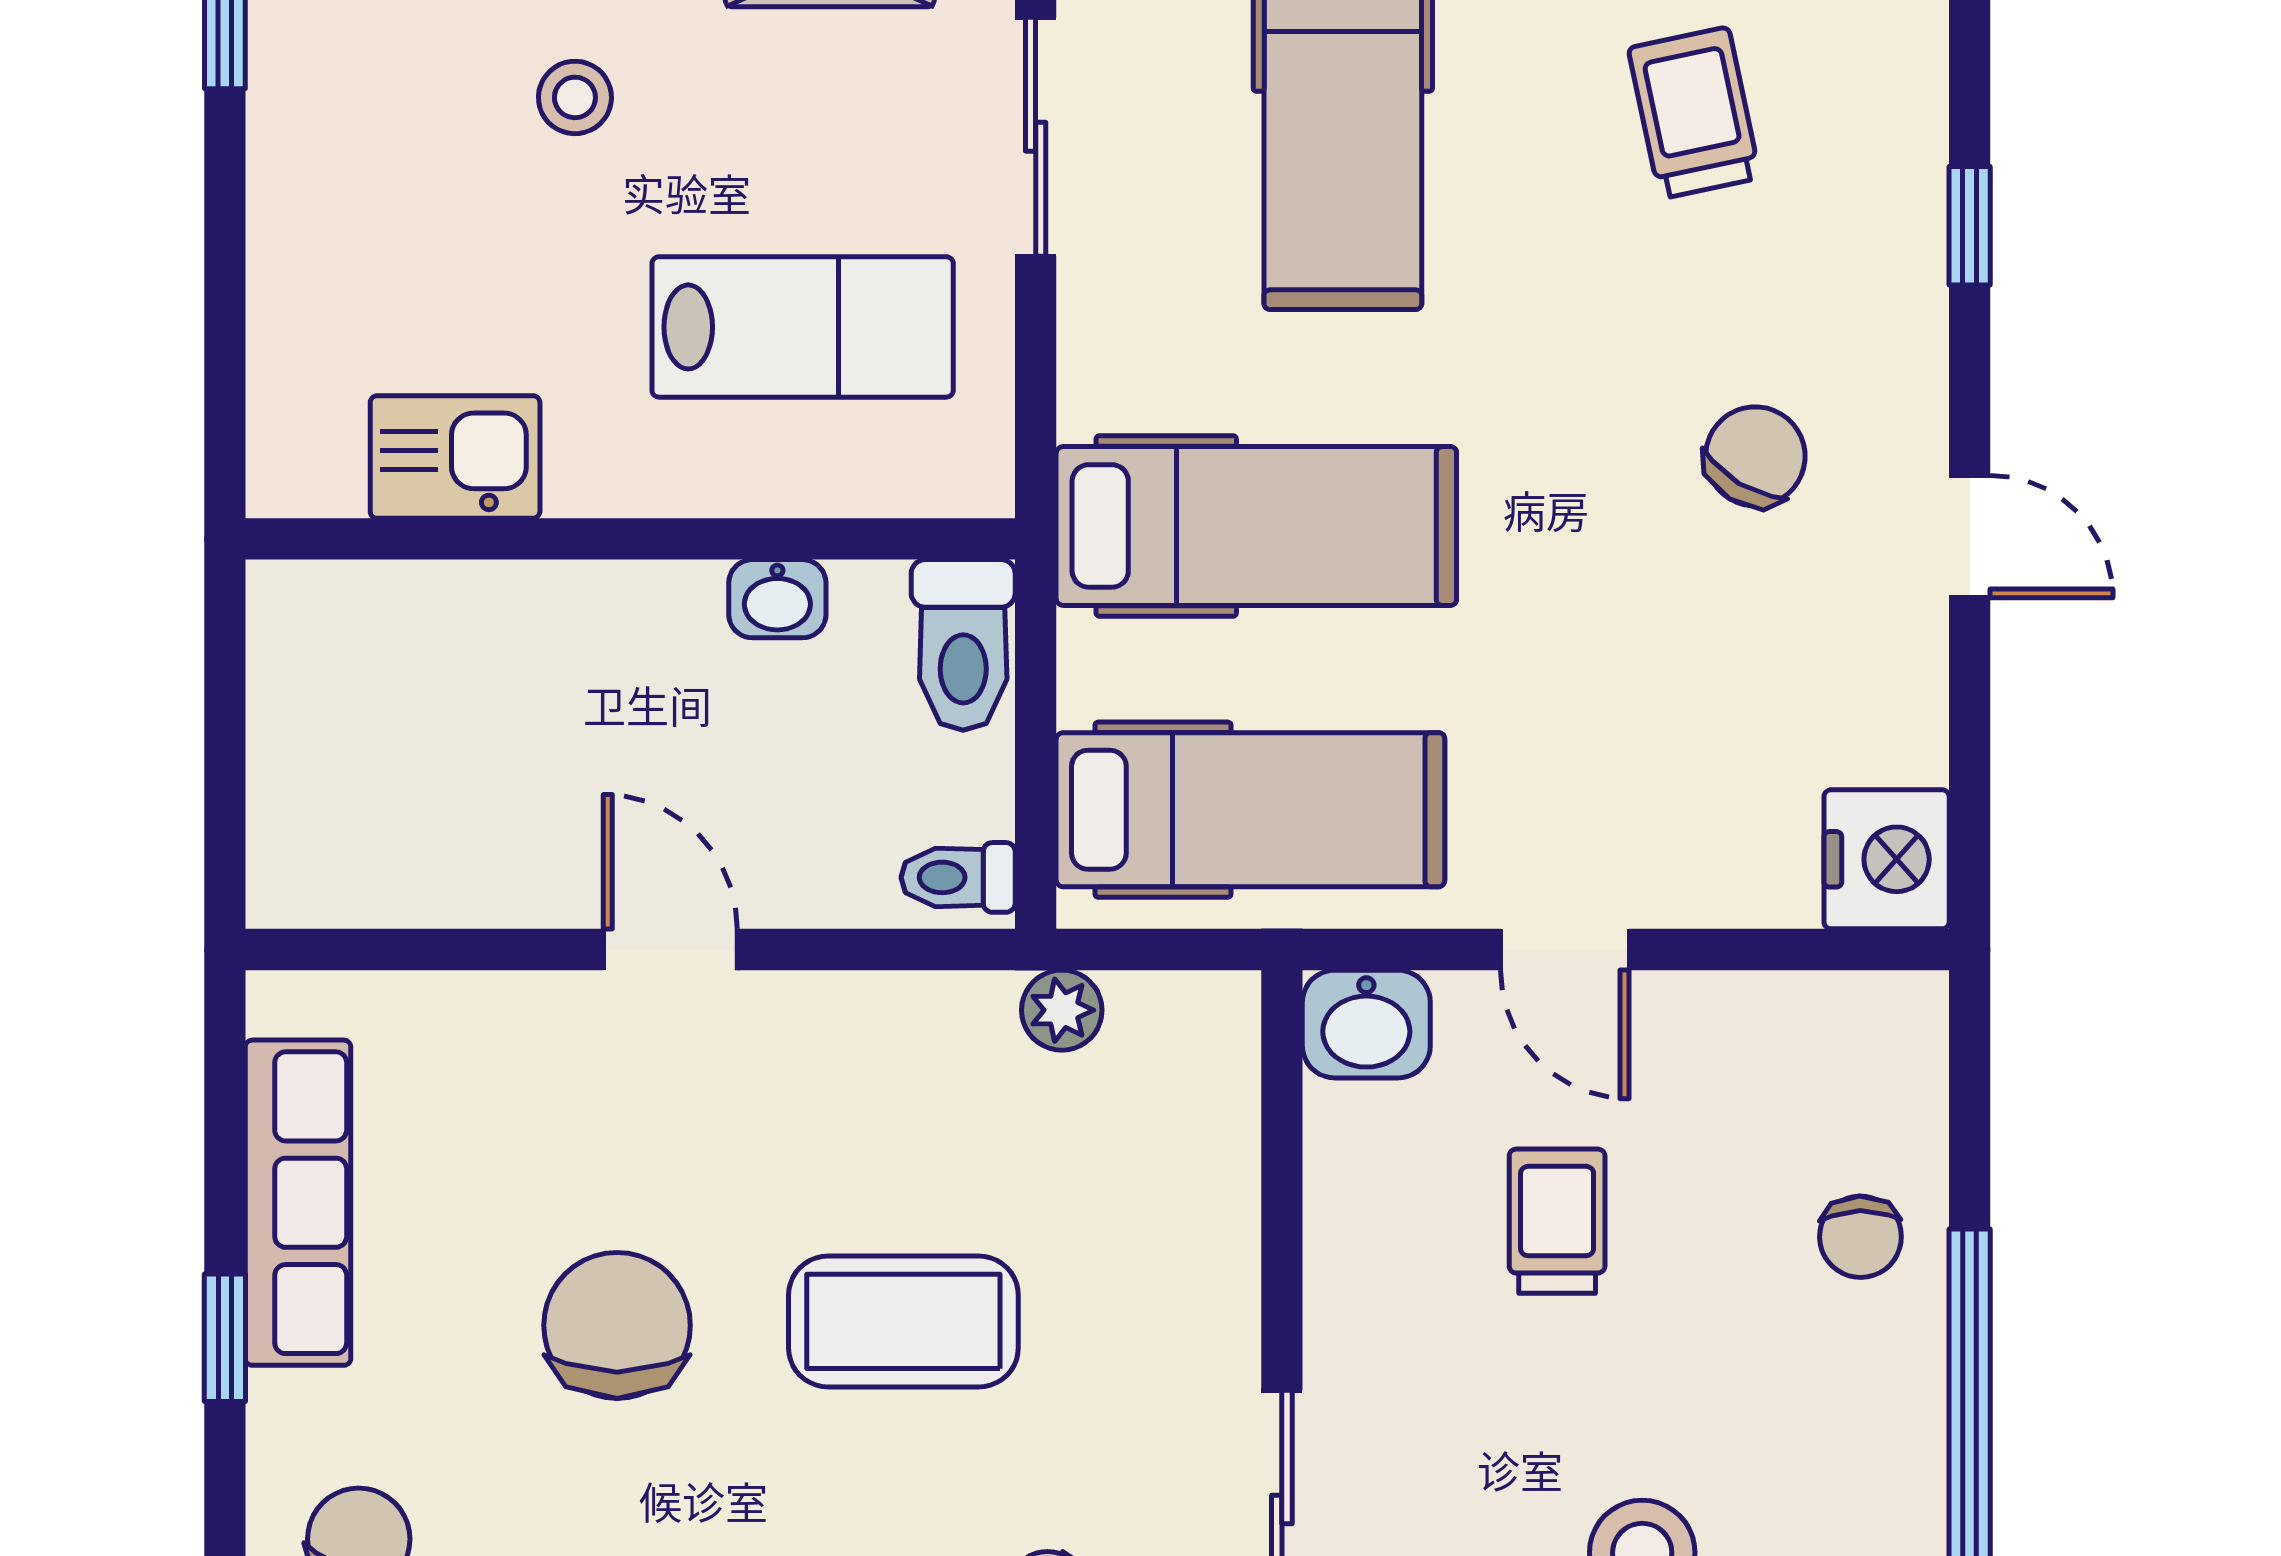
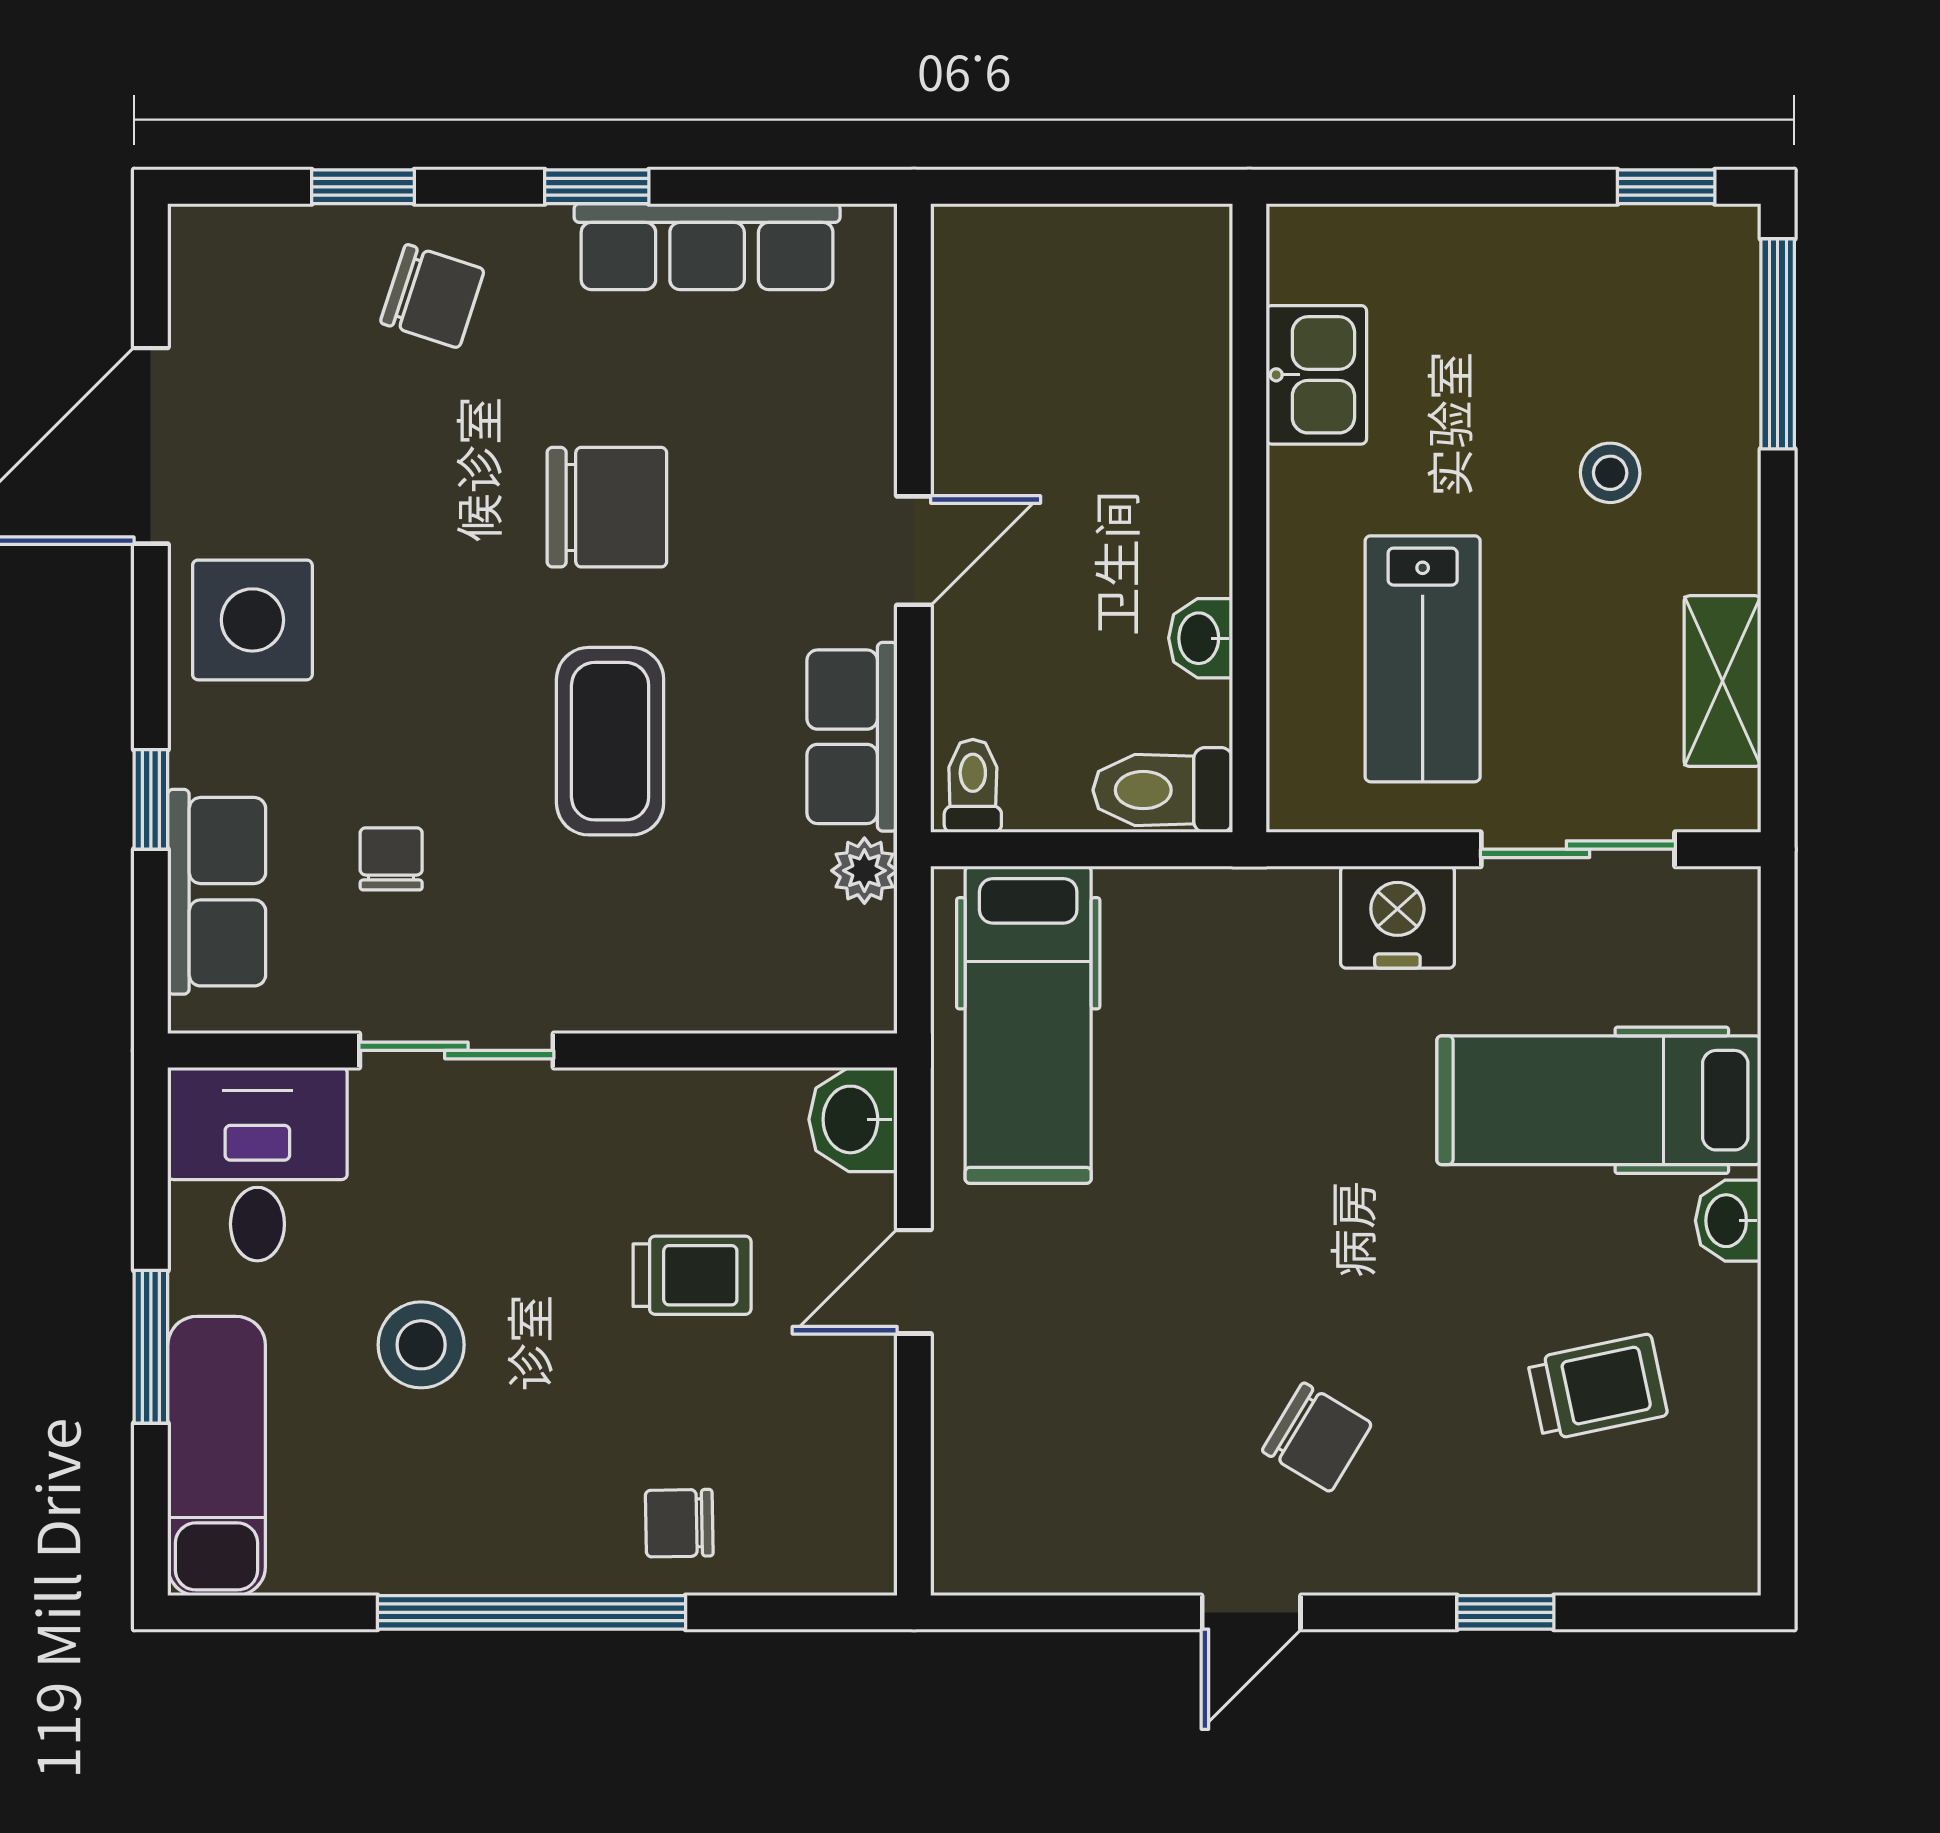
hospital bed: (1256, 526) -> (1260, 1030), removed
nightstand: (1887, 859) -> (1397, 917), moved, turned 180
row of seats: (898, 1025) -> (852, 737), added

